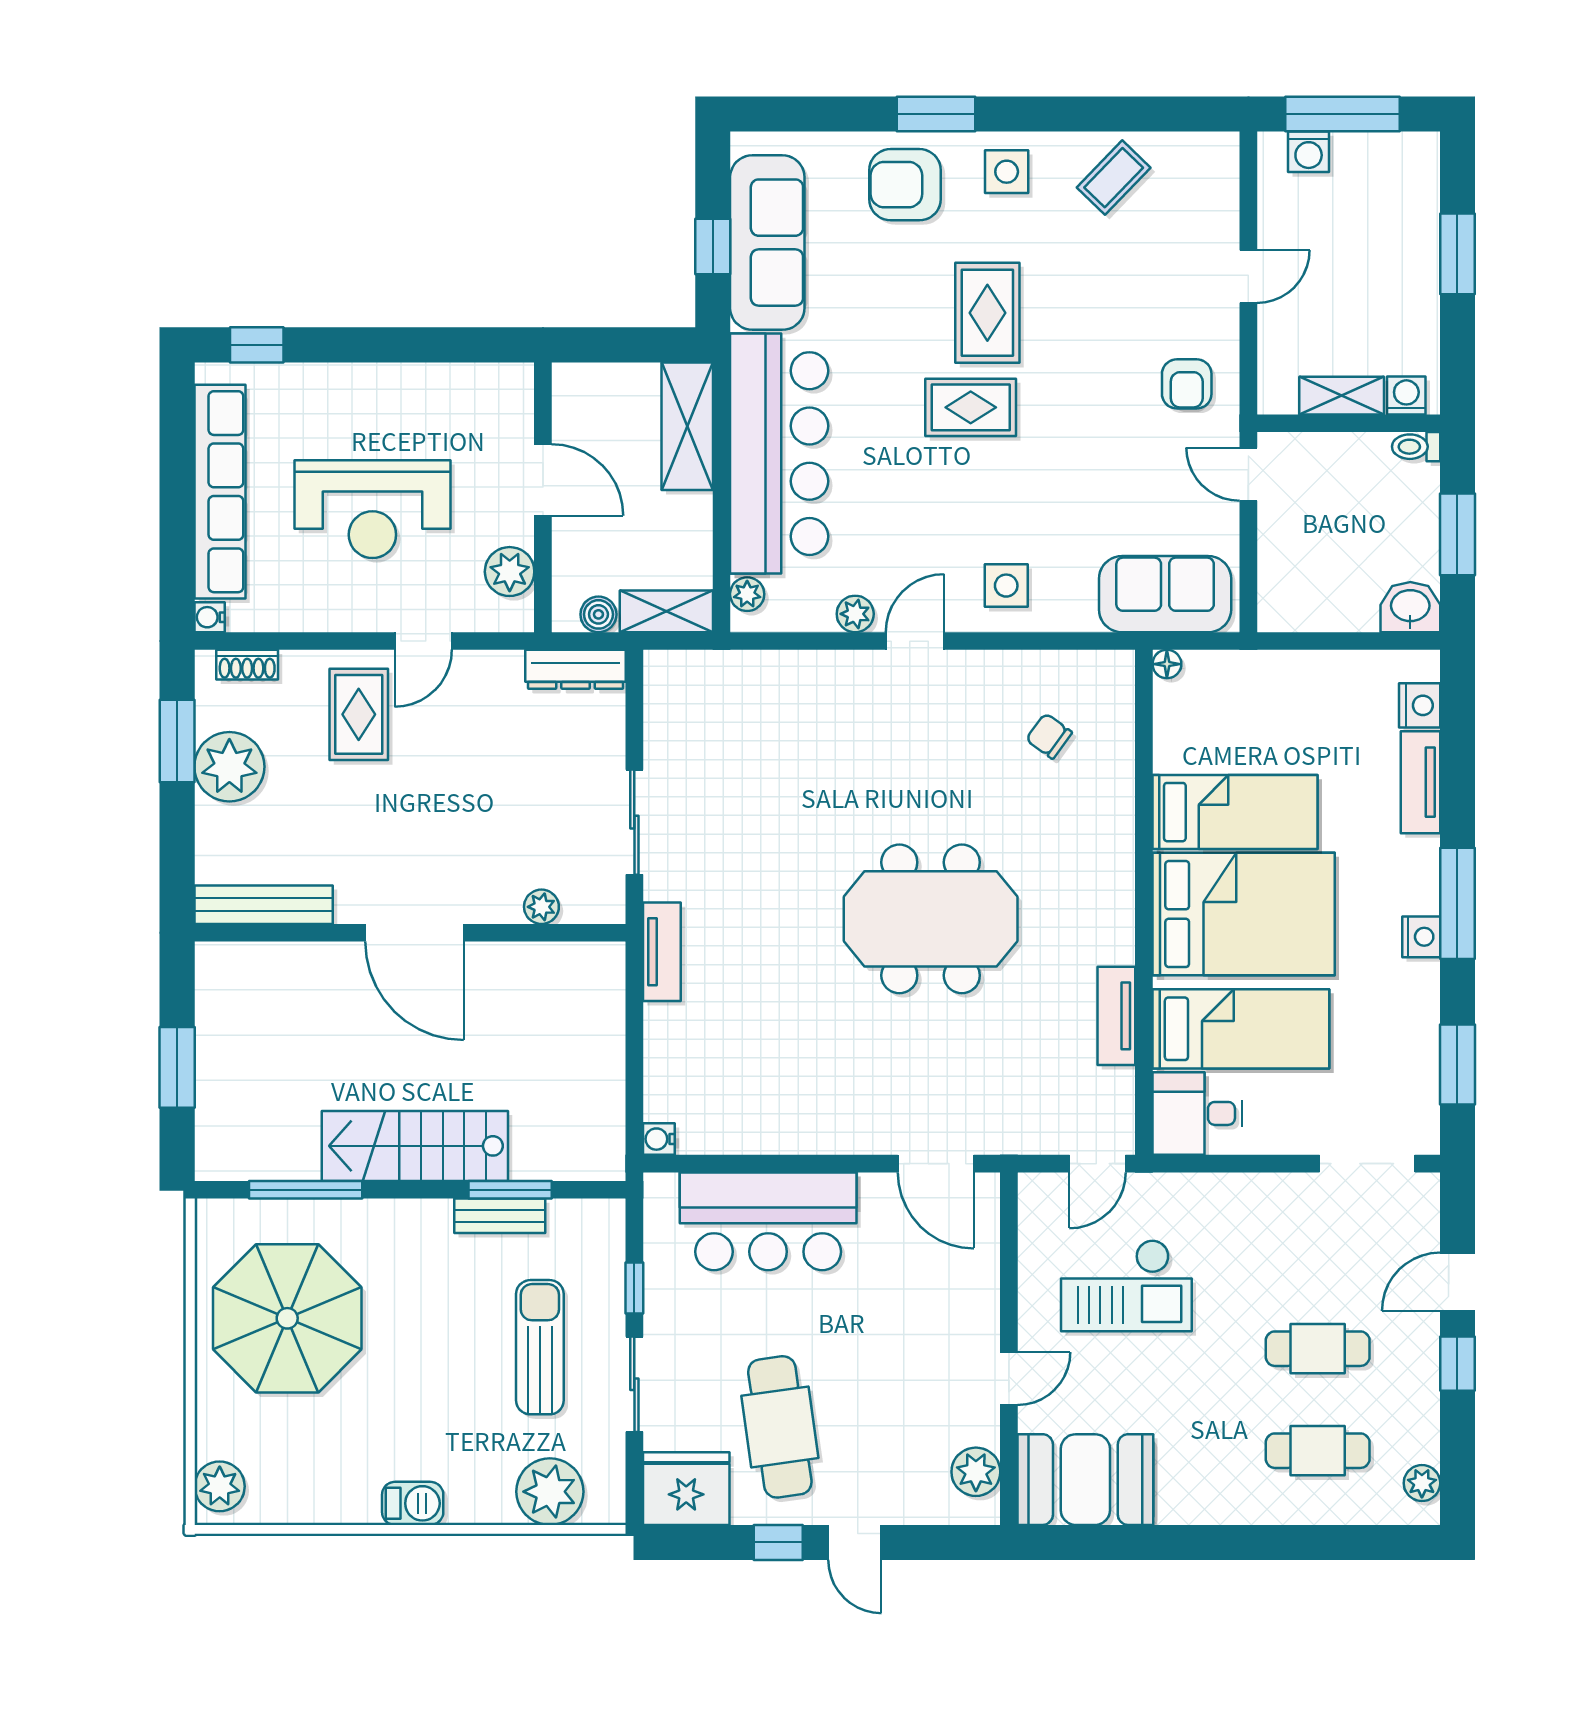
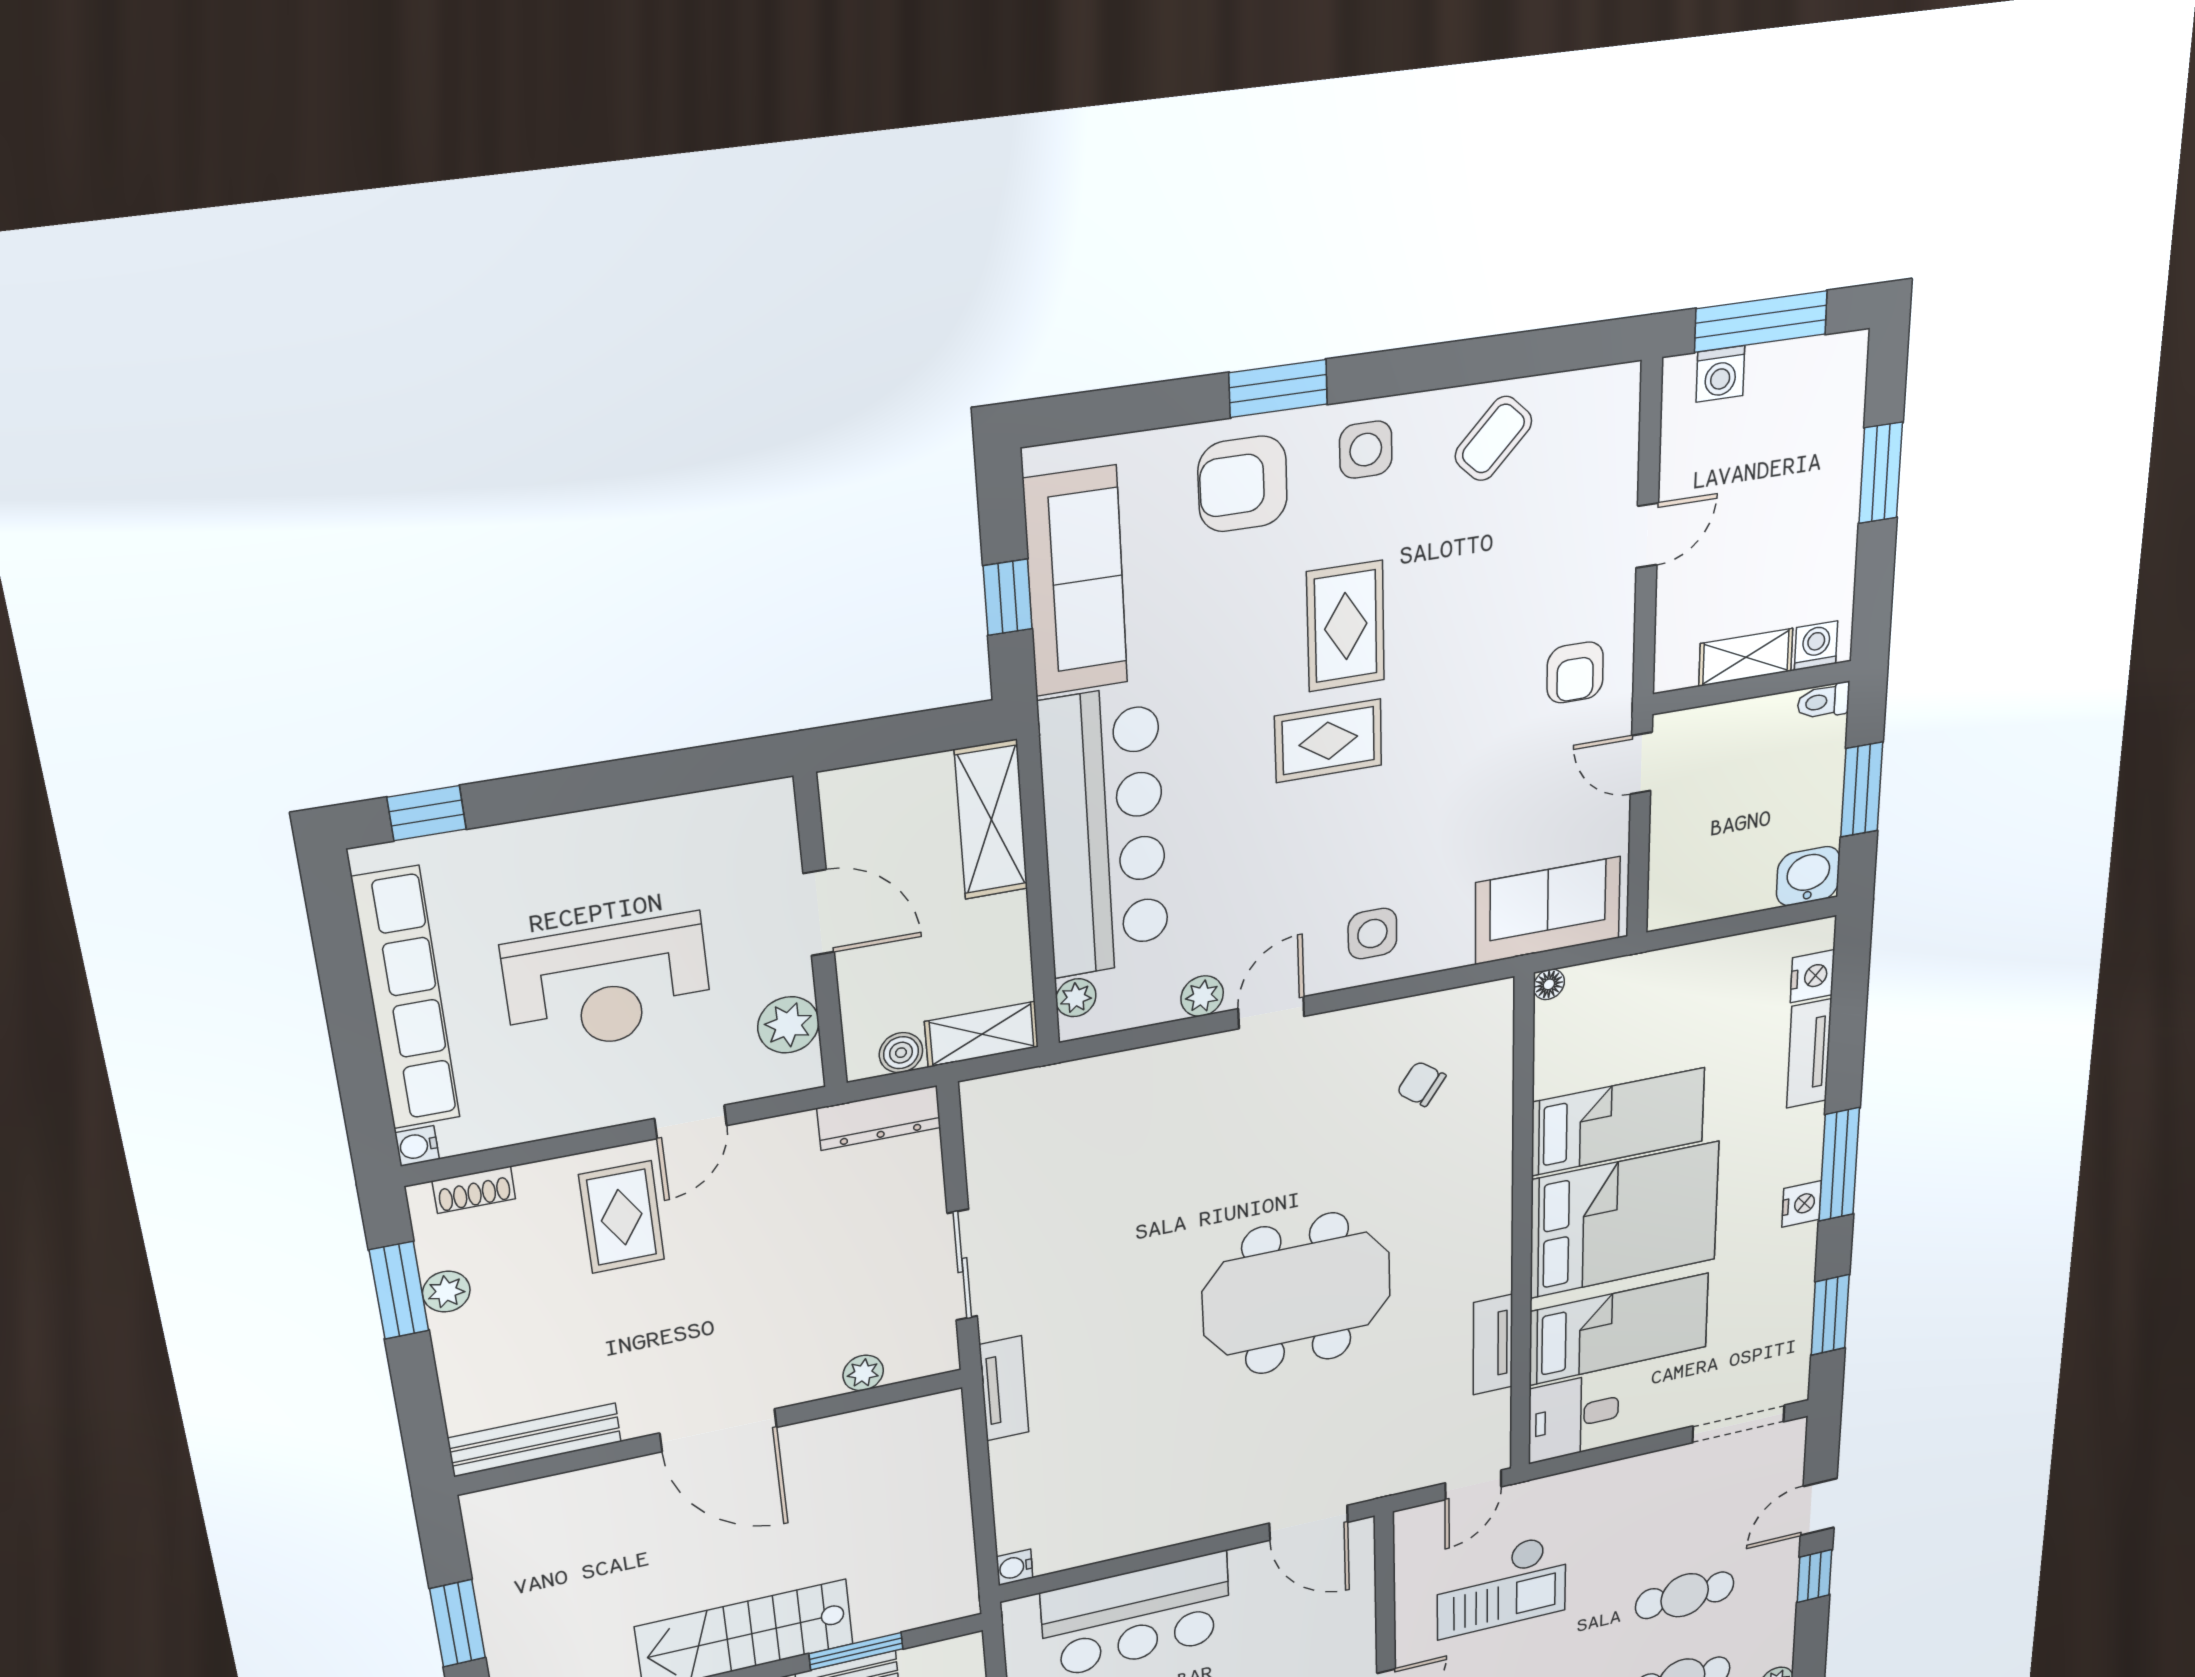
plant: (229, 767) -> (446, 1292), width x0.53, depth x0.53

